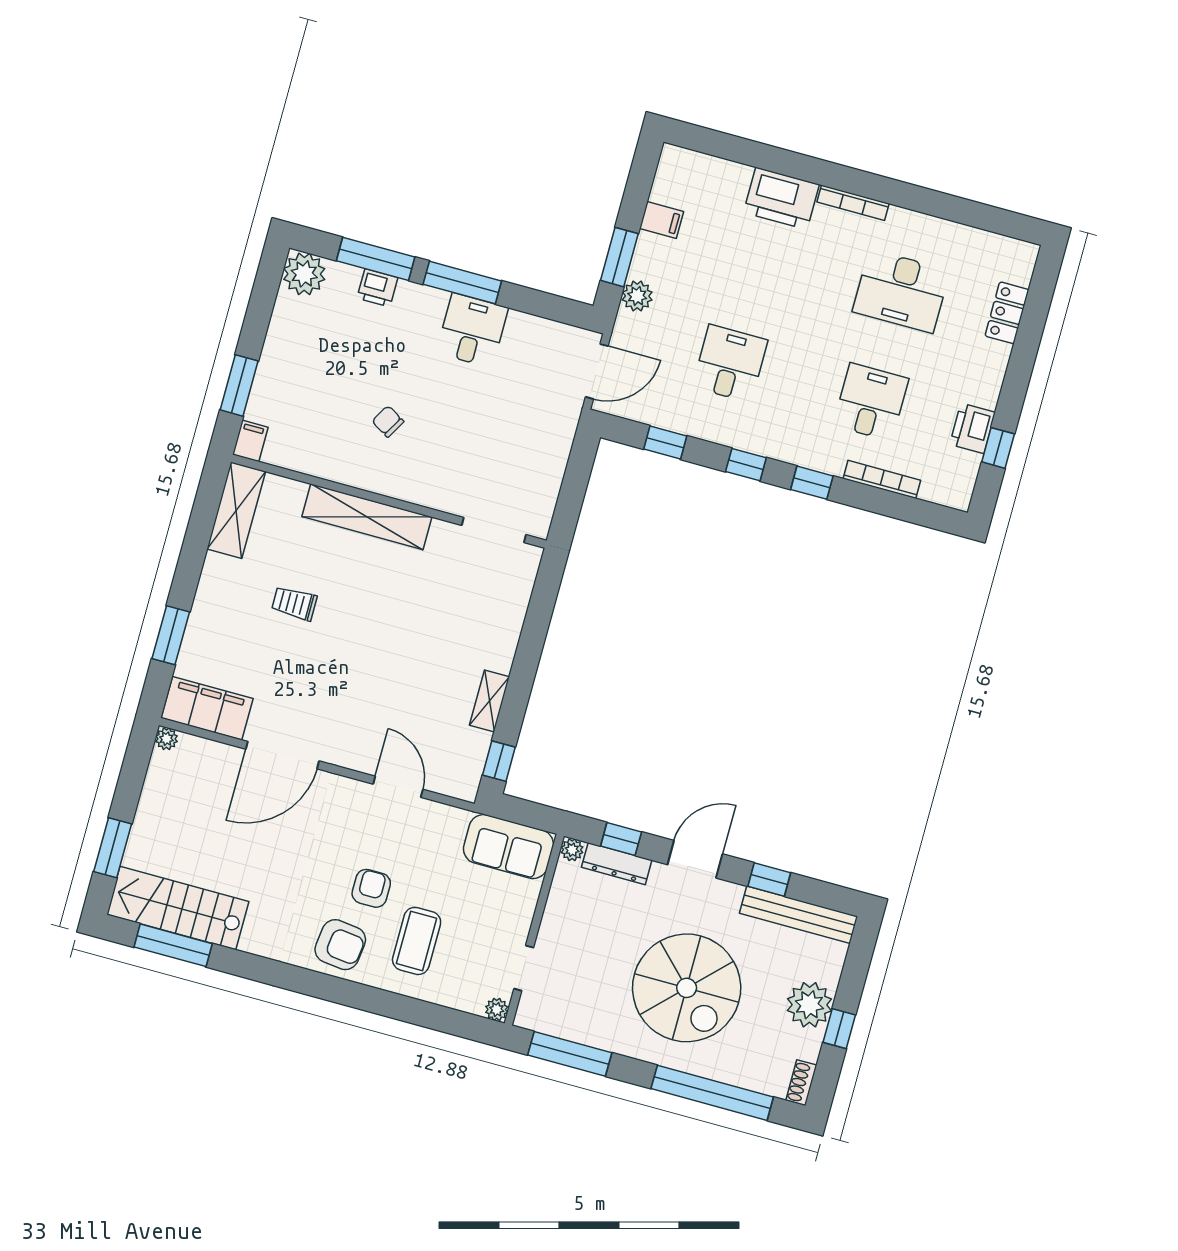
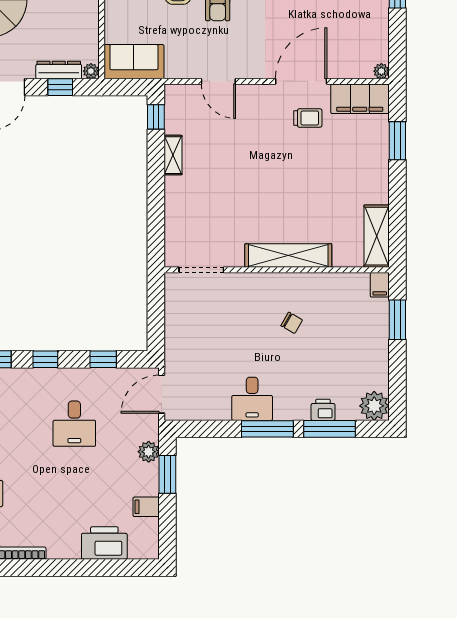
printer: (781, 198) -> (104, 543), moved
trolley: (294, 603) -> (308, 118), moved

